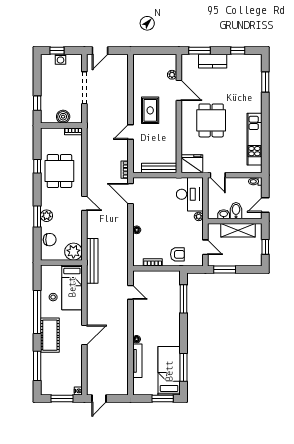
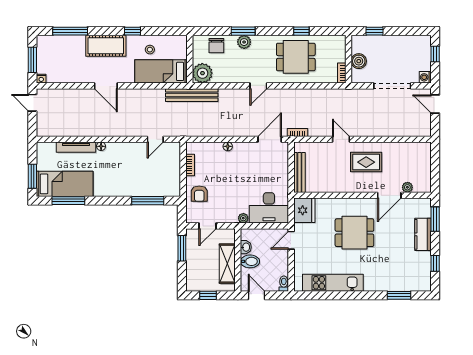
washing machine: (61, 59) -> (425, 77), moved
window: (37, 312) -> (133, 31), width x0.32

